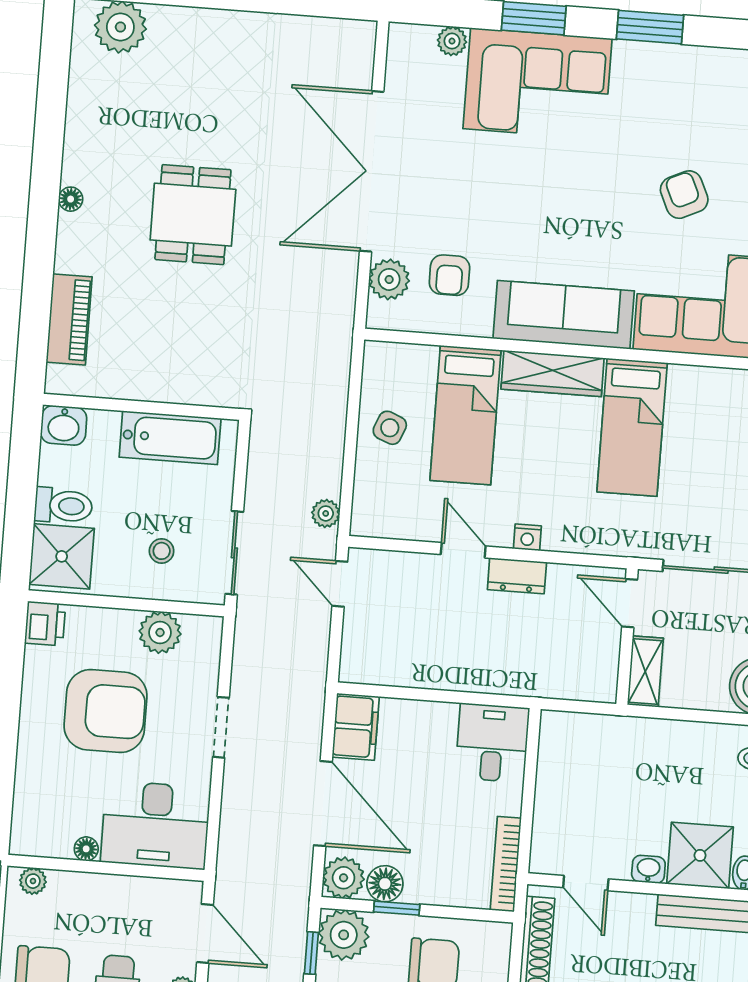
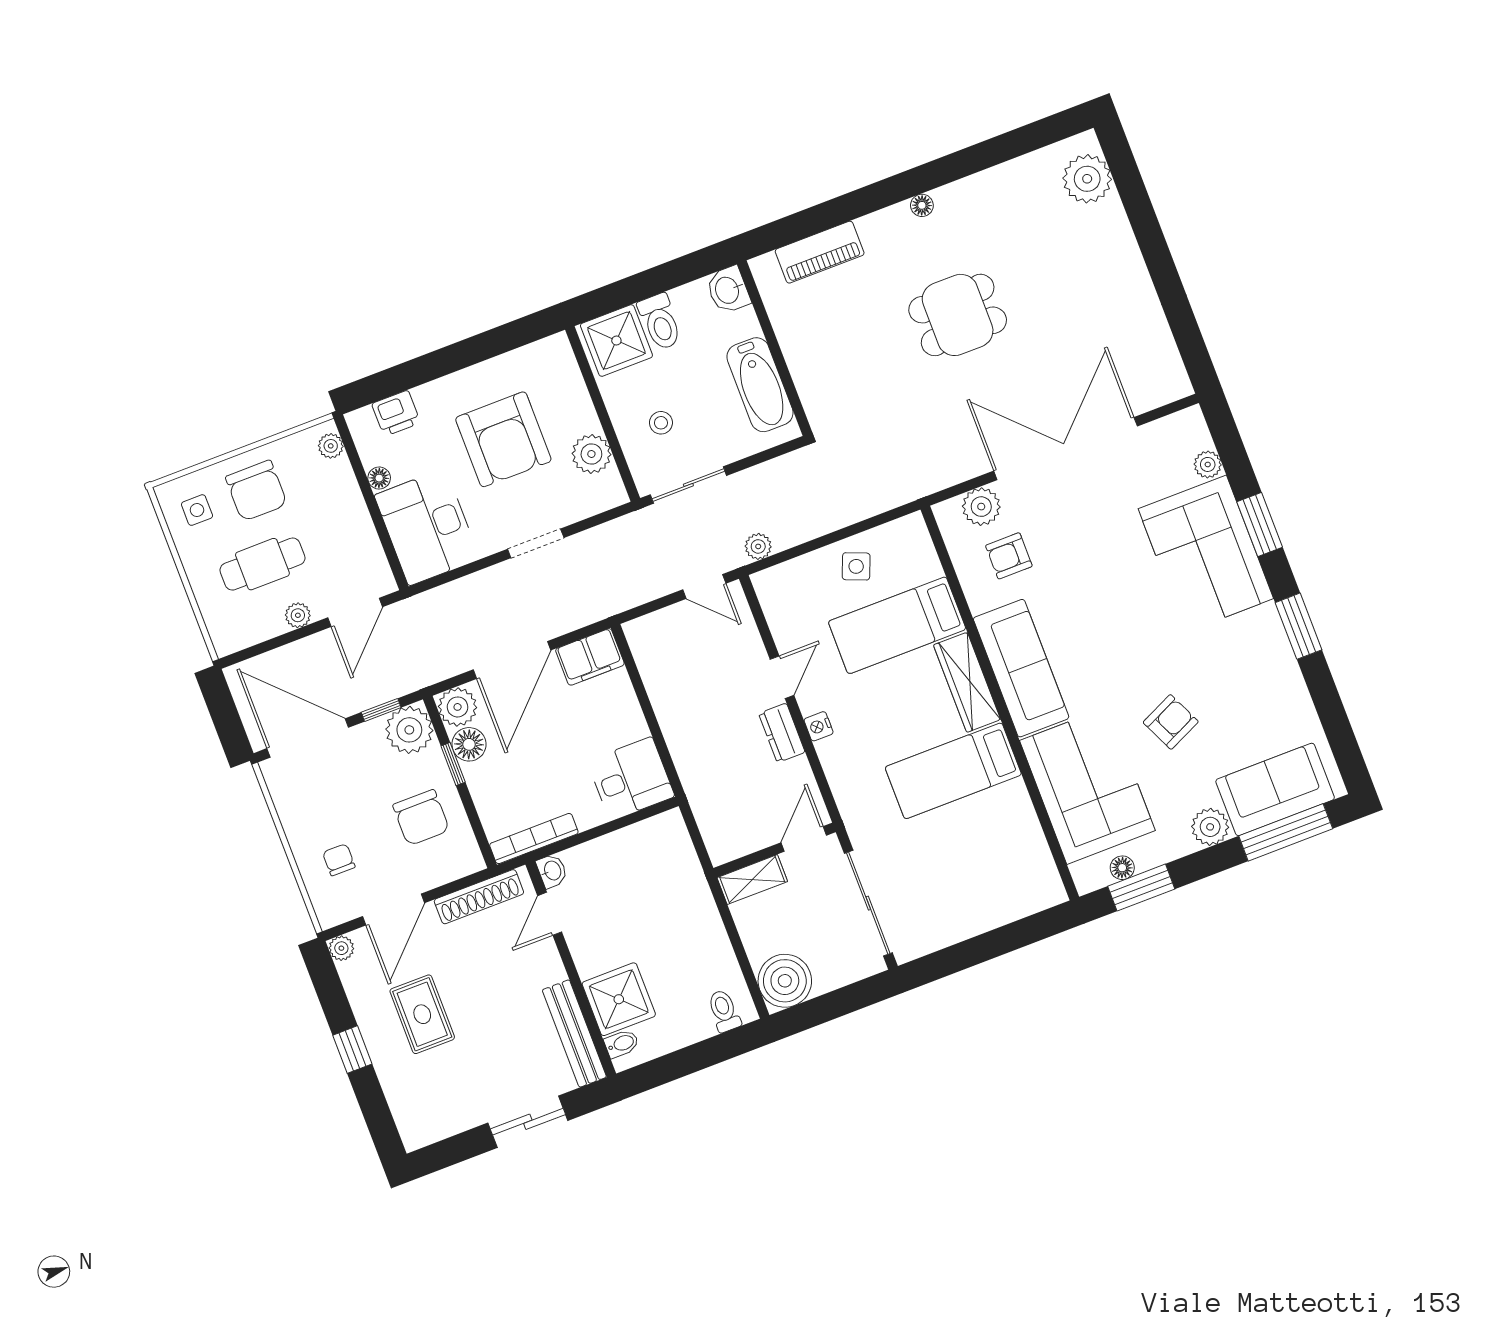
door: (340, 584) -> (704, 587), swing flipped
printer: (45, 624) -> (396, 413), moved
washbasin: (648, 869) -> (552, 871), moved

